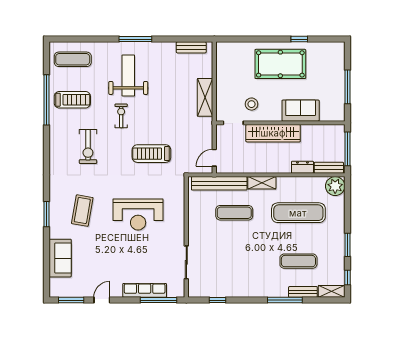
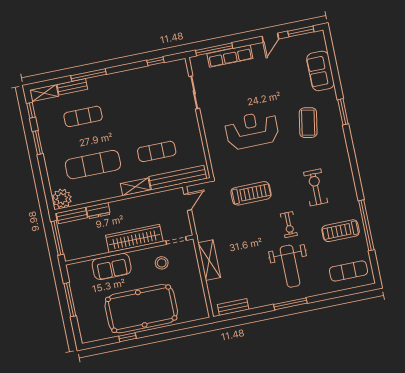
pool table: (280, 64) -> (141, 309), width x1.36, depth x1.32

